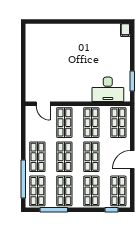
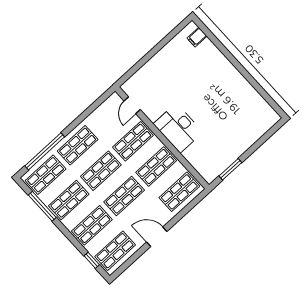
filing cabinet: (125, 30) -> (197, 37), moved
desk: (108, 89) -> (178, 128), moved

